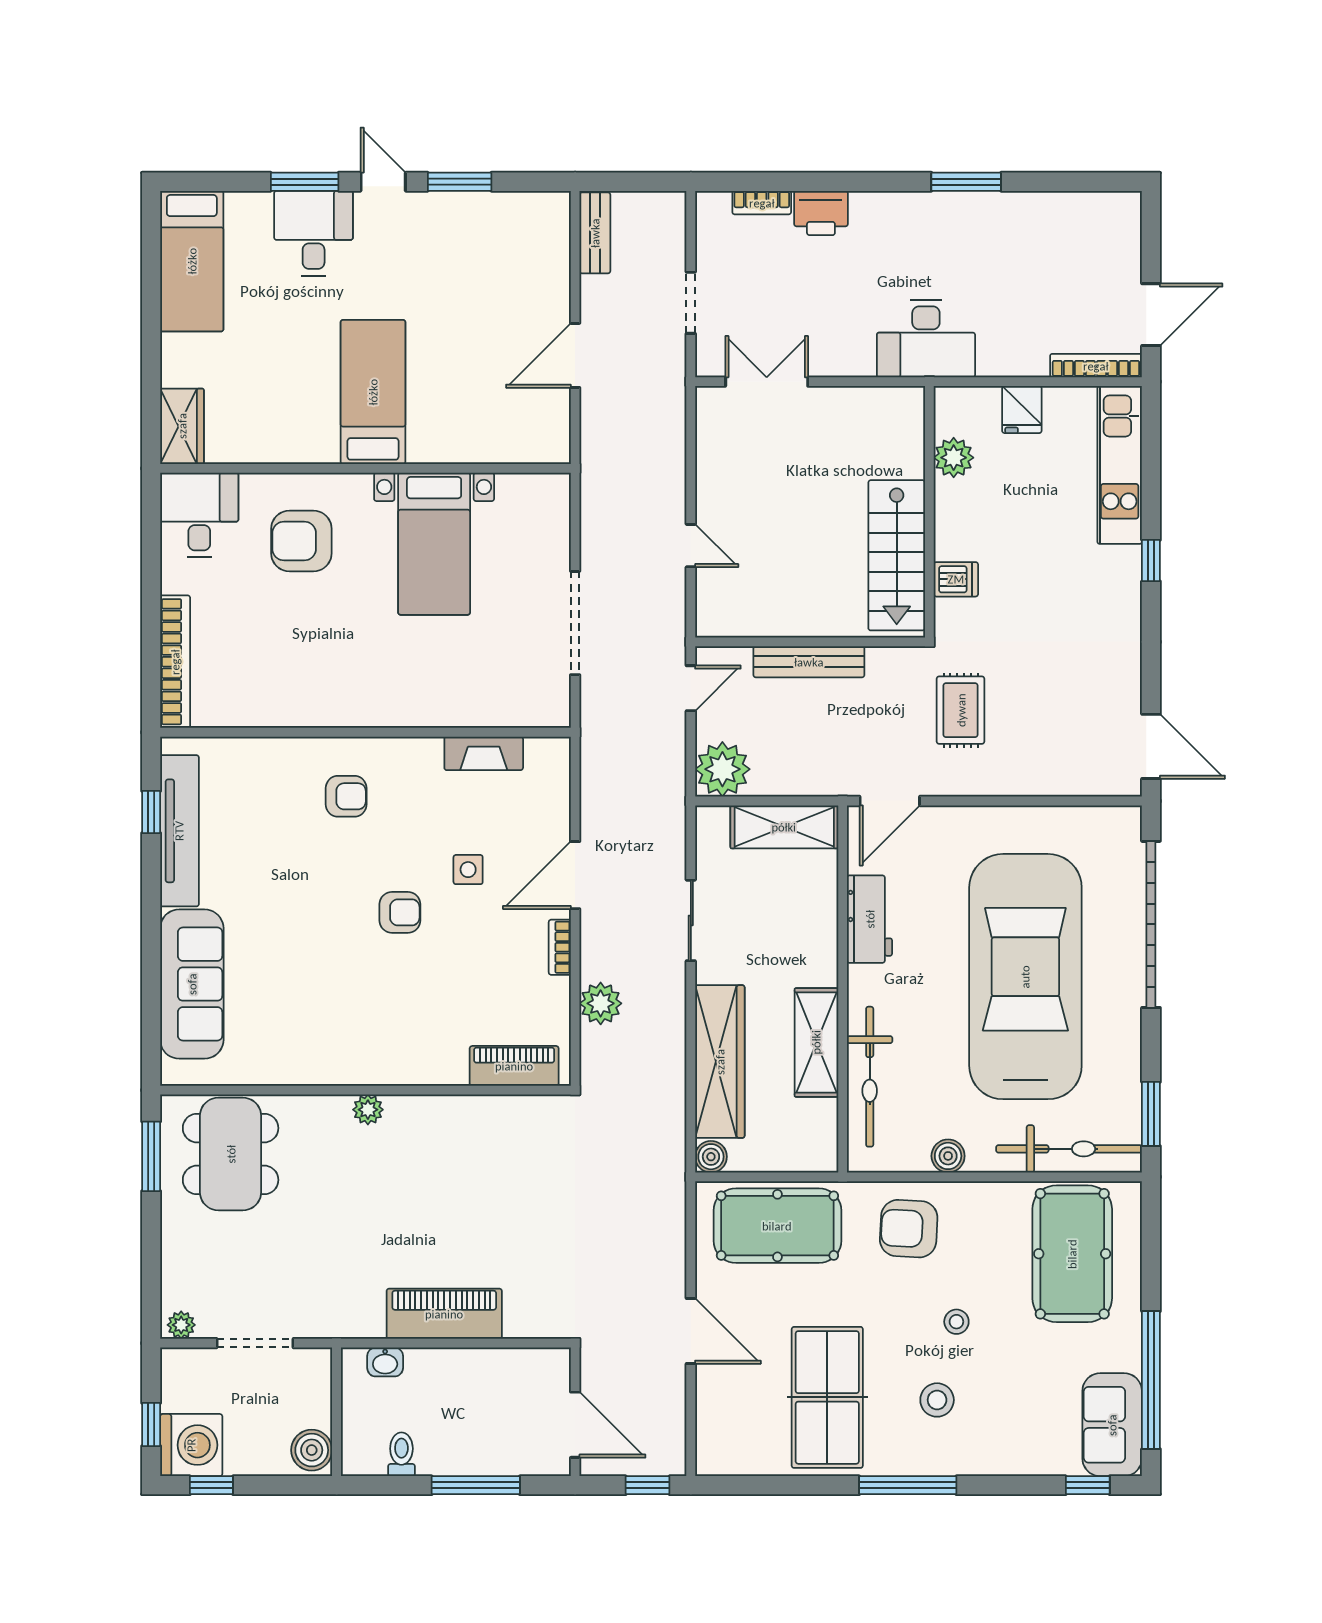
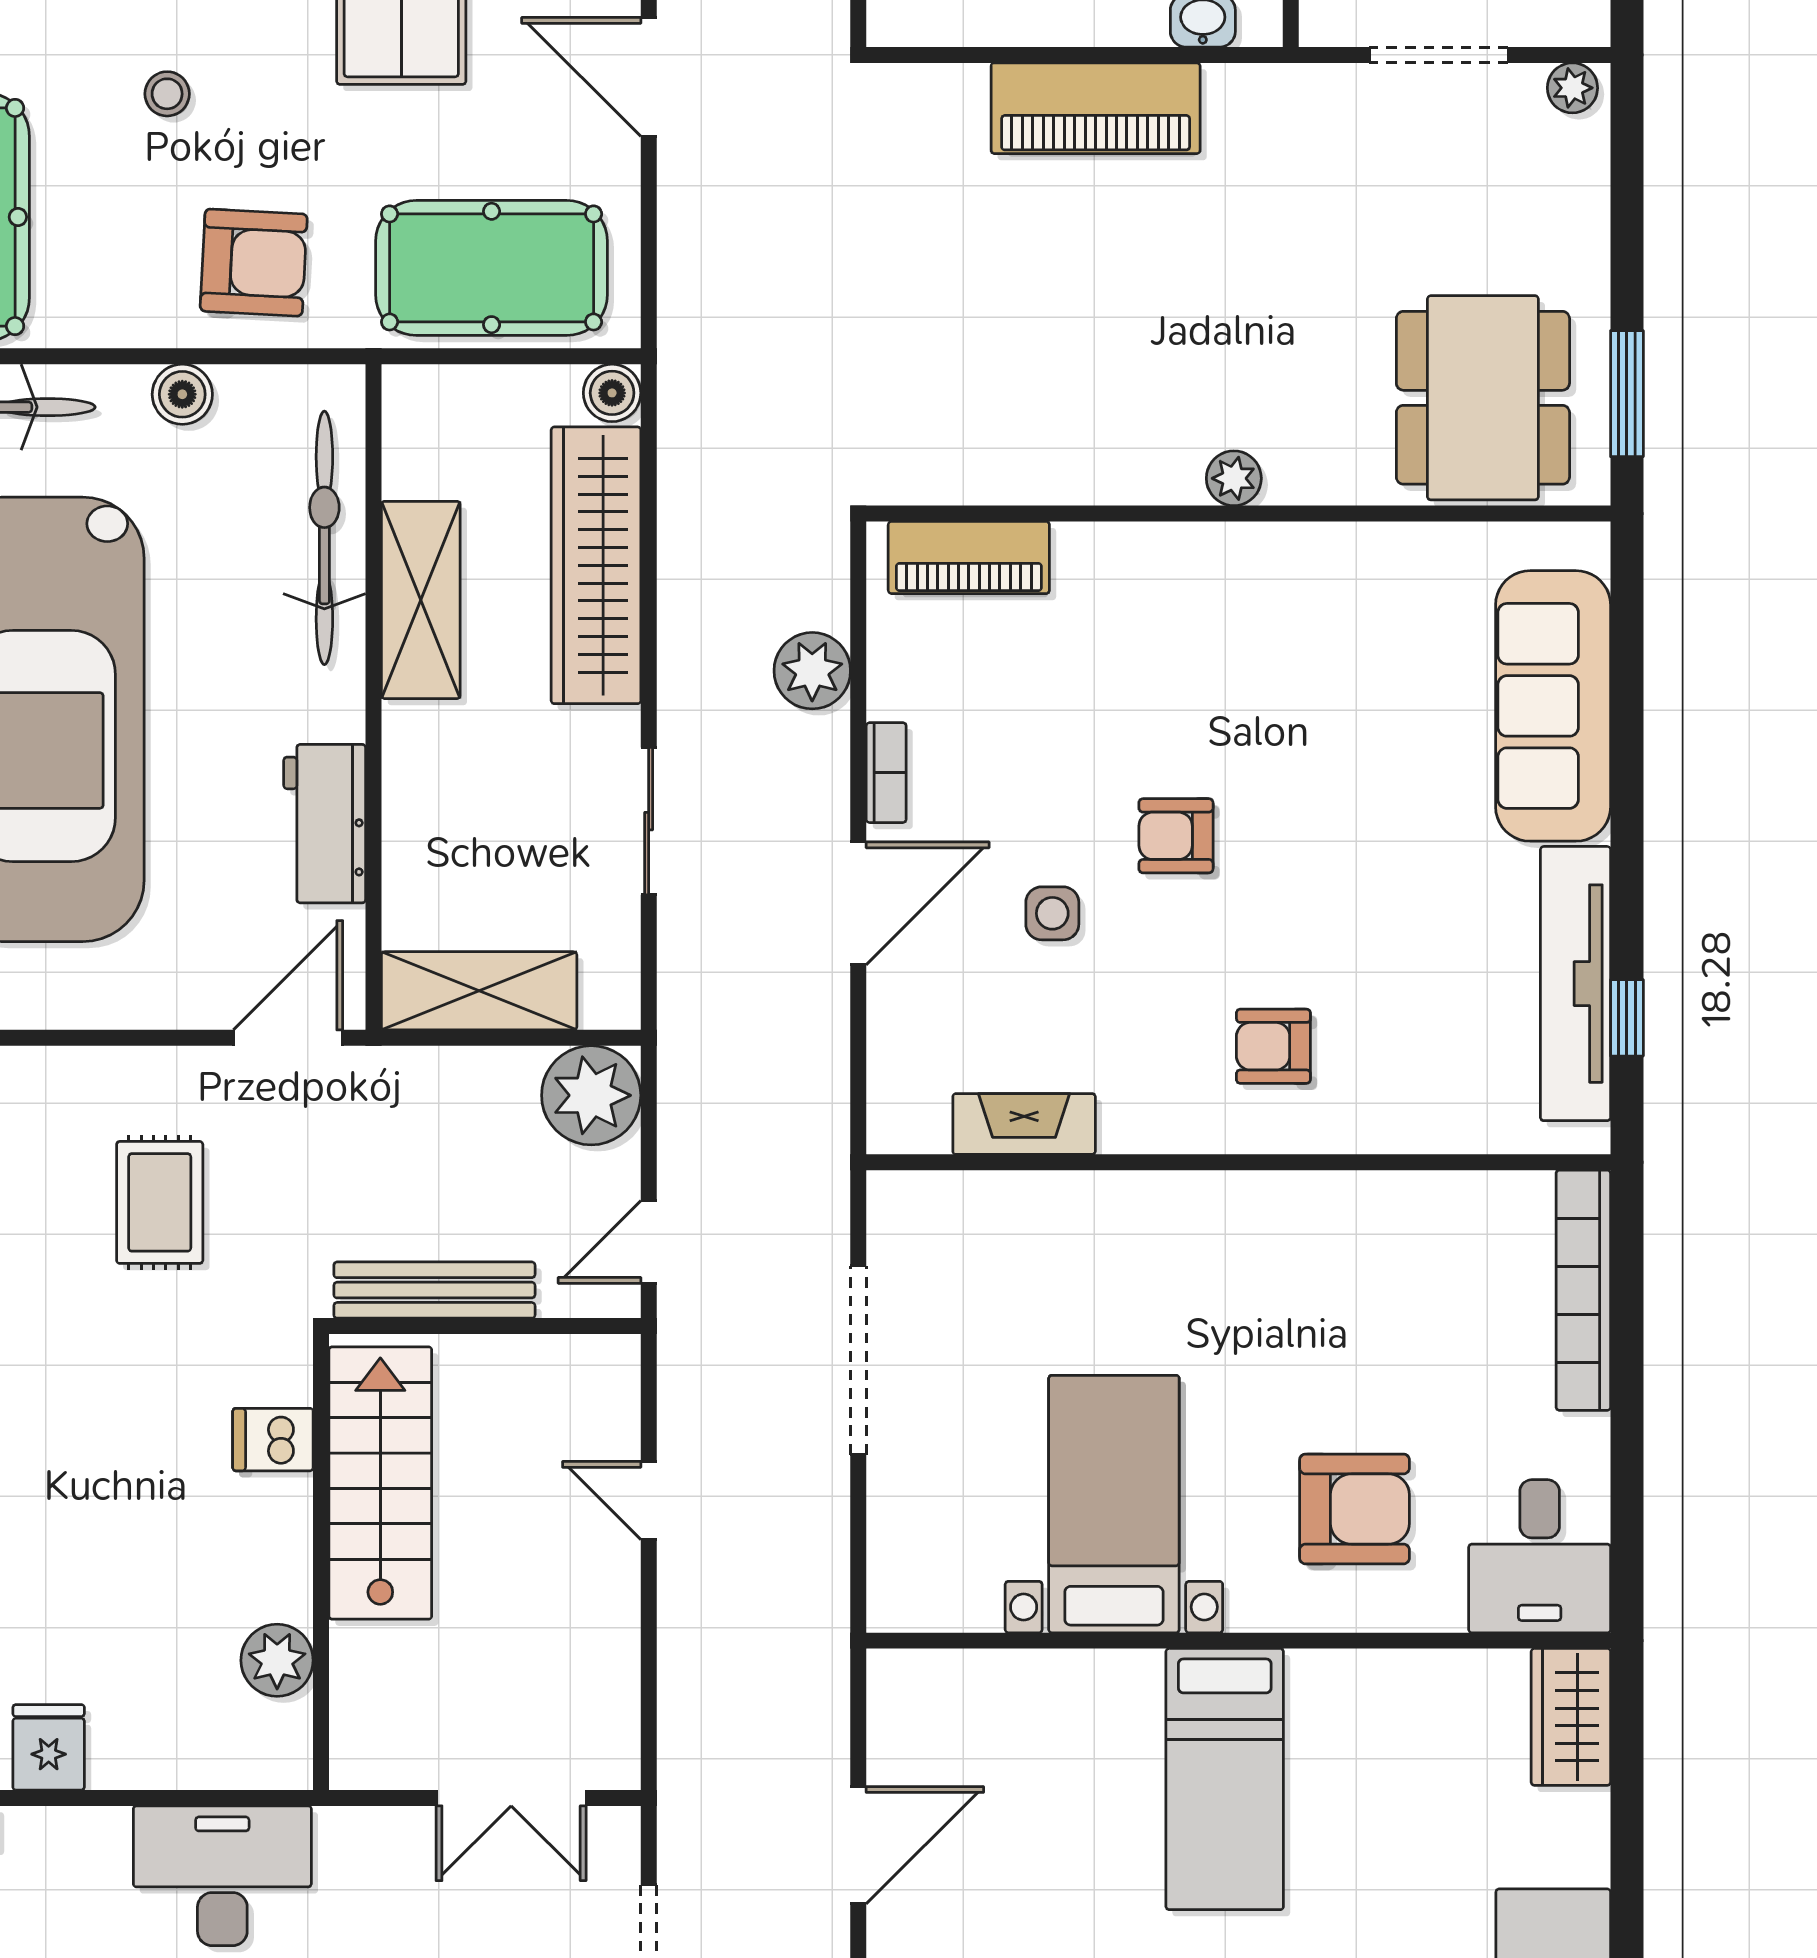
plant: (954, 458) -> (277, 1660), moved
wall: (929, 512) -> (321, 1562), moved
stairs: (897, 555) -> (380, 1483), moved
dishwasher: (956, 579) -> (273, 1440), moved

